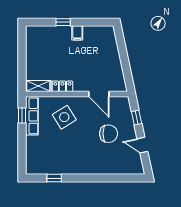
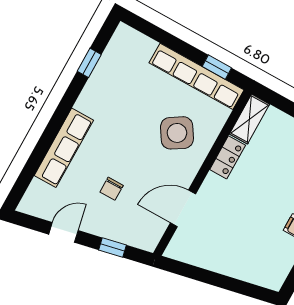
row of seats: (32, 116) -> (196, 76), width x1.36
chair: (109, 134) -> (112, 189), width x0.54, depth x0.54
row of seats: (102, 168) -> (64, 148), added

